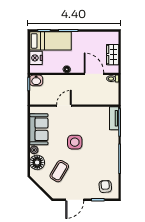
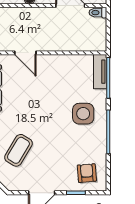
door: (64, 106) -> (25, 53), swing flipped
side table: (75, 142) -> (83, 114), moved

